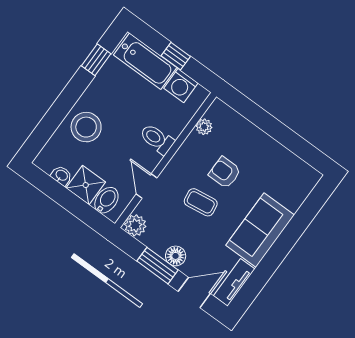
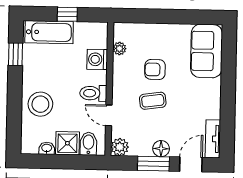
washing machine: (181, 86) -> (97, 59), moved, turned 90
toilet: (157, 139) -> (93, 93), moved
sofa: (260, 230) -> (207, 51), moved

